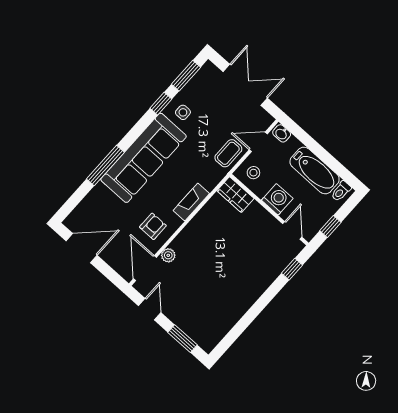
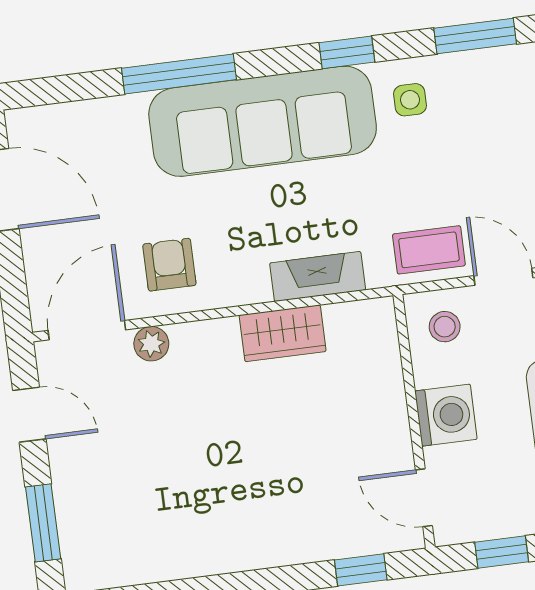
window: (161, 104) -> (347, 52), moved
wardrobe: (235, 195) -> (283, 333), moved, turned -90
fireplace: (191, 202) -> (318, 276), moved
armchair: (153, 226) -> (169, 265), turned -90
door: (292, 230) -> (424, 498), swing flipped
door: (150, 309) -> (29, 415), hinge flipped

